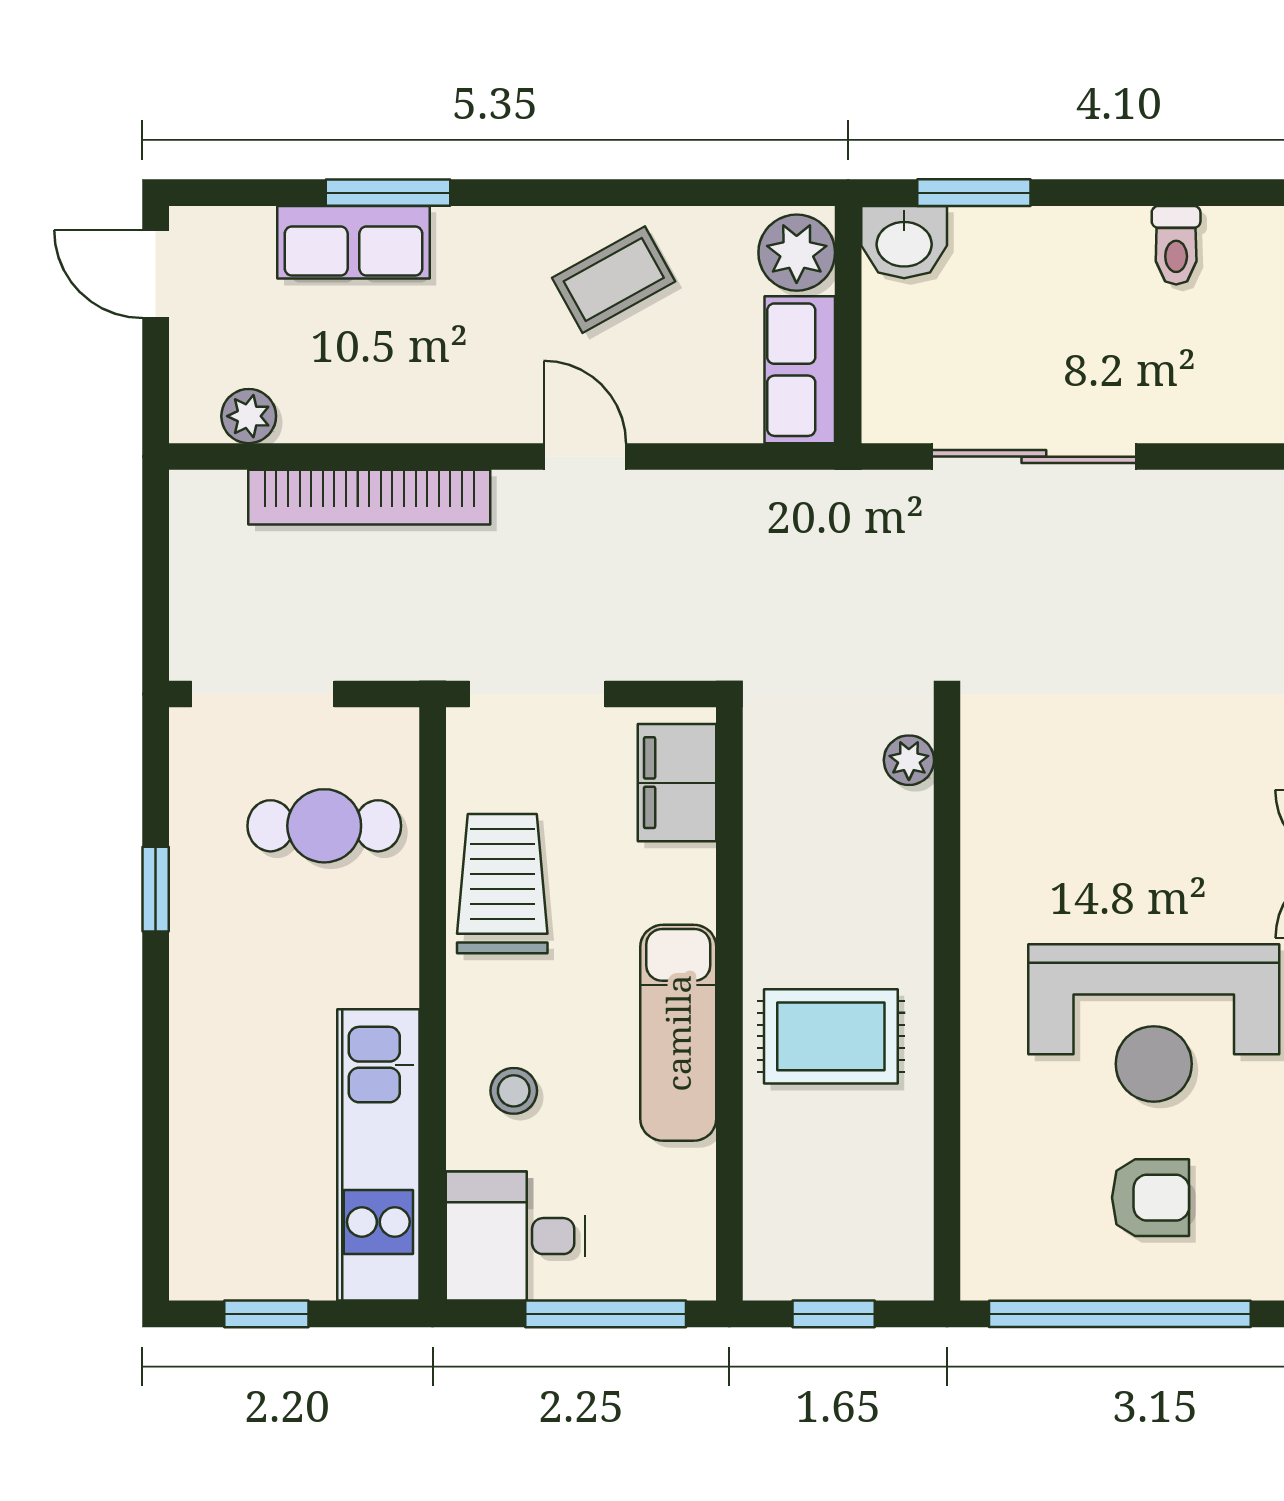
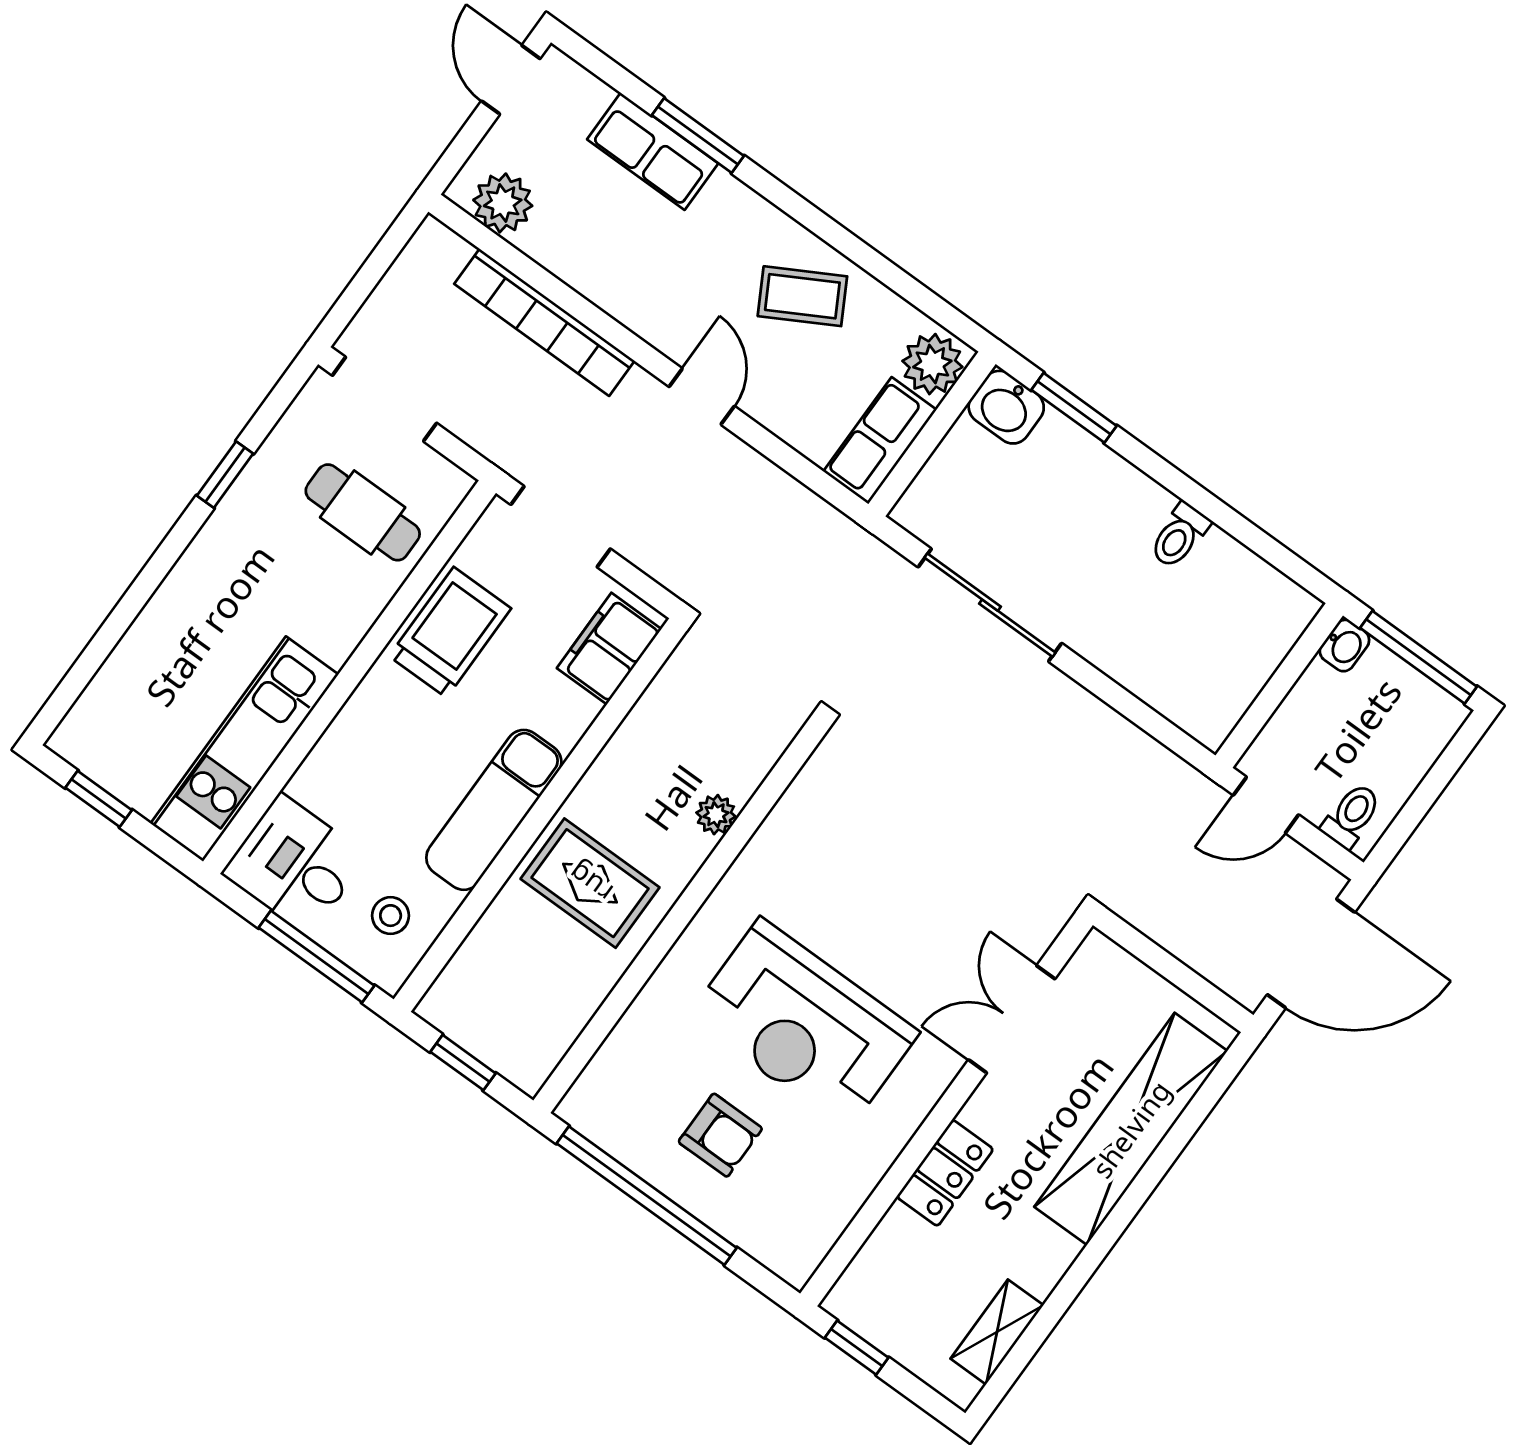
plant: (249, 416) -> (503, 203), width x1.38, depth x1.38
plant: (909, 760) -> (716, 815), moved
stool: (514, 1091) -> (391, 916), moved

